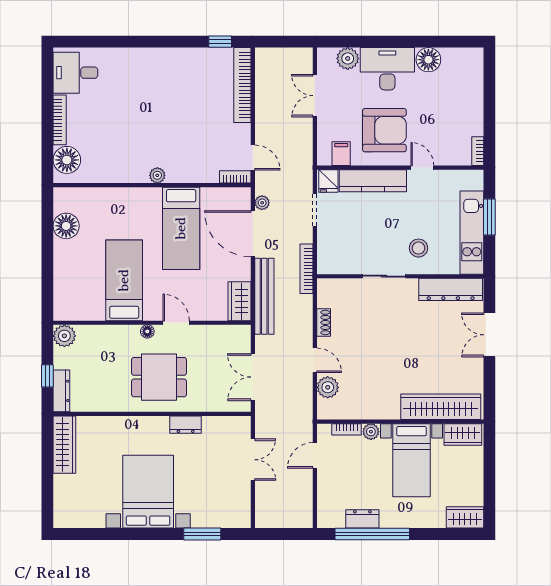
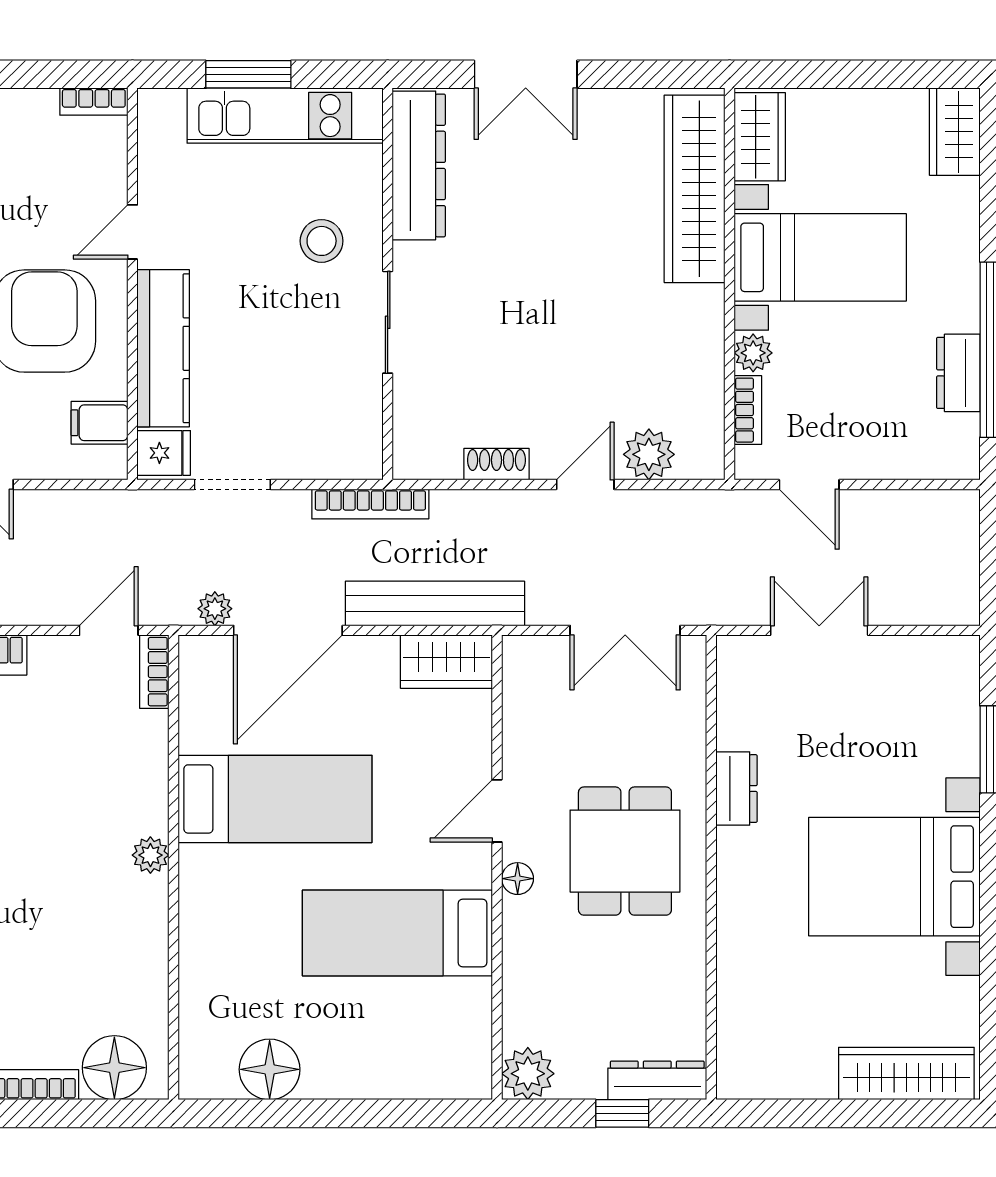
wardrobe: (64, 445) -> (906, 1074), moved

